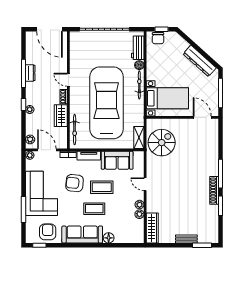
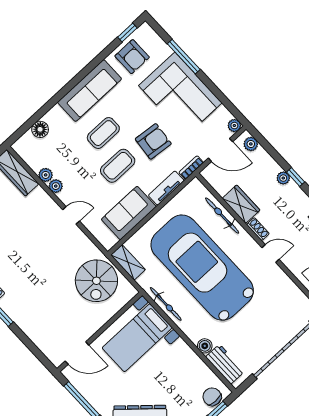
bicycle: (139, 85) -> (166, 304), moved
car: (107, 103) -> (202, 268), turned 180
bicycle: (75, 130) -> (222, 216), moved
floor lamp: (109, 238) -> (40, 129), moved

